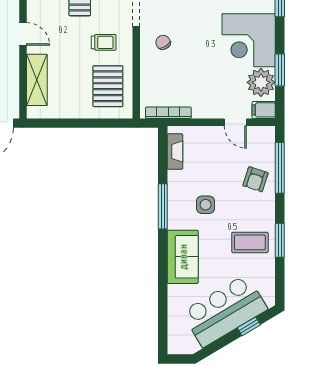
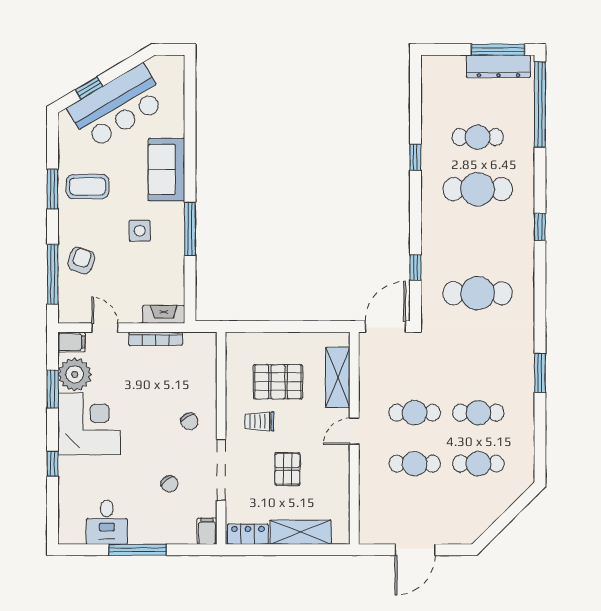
door: (23, 34) -> (354, 431), hinge flipped
pallet: (108, 86) -> (278, 382), moved, turned 90
bookcase: (168, 113) -> (155, 339), moved
fireplace: (175, 152) -> (164, 314), moved, turned 90

